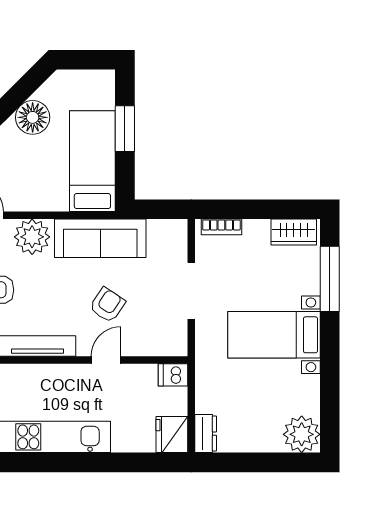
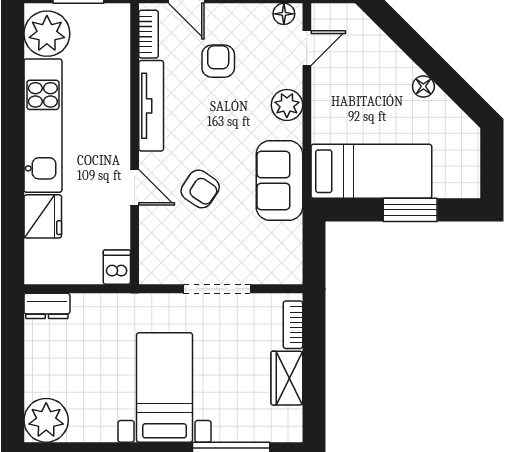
floor lamp: (33, 117) -> (423, 86), width x0.53, depth x0.53
wardrobe: (294, 232) -> (287, 378), moved
plant: (32, 237) -> (287, 105), width x0.73, depth x0.73
sofa: (100, 238) -> (279, 181), width x0.73
fridge: (172, 435) -> (43, 216), moved, turned 90

